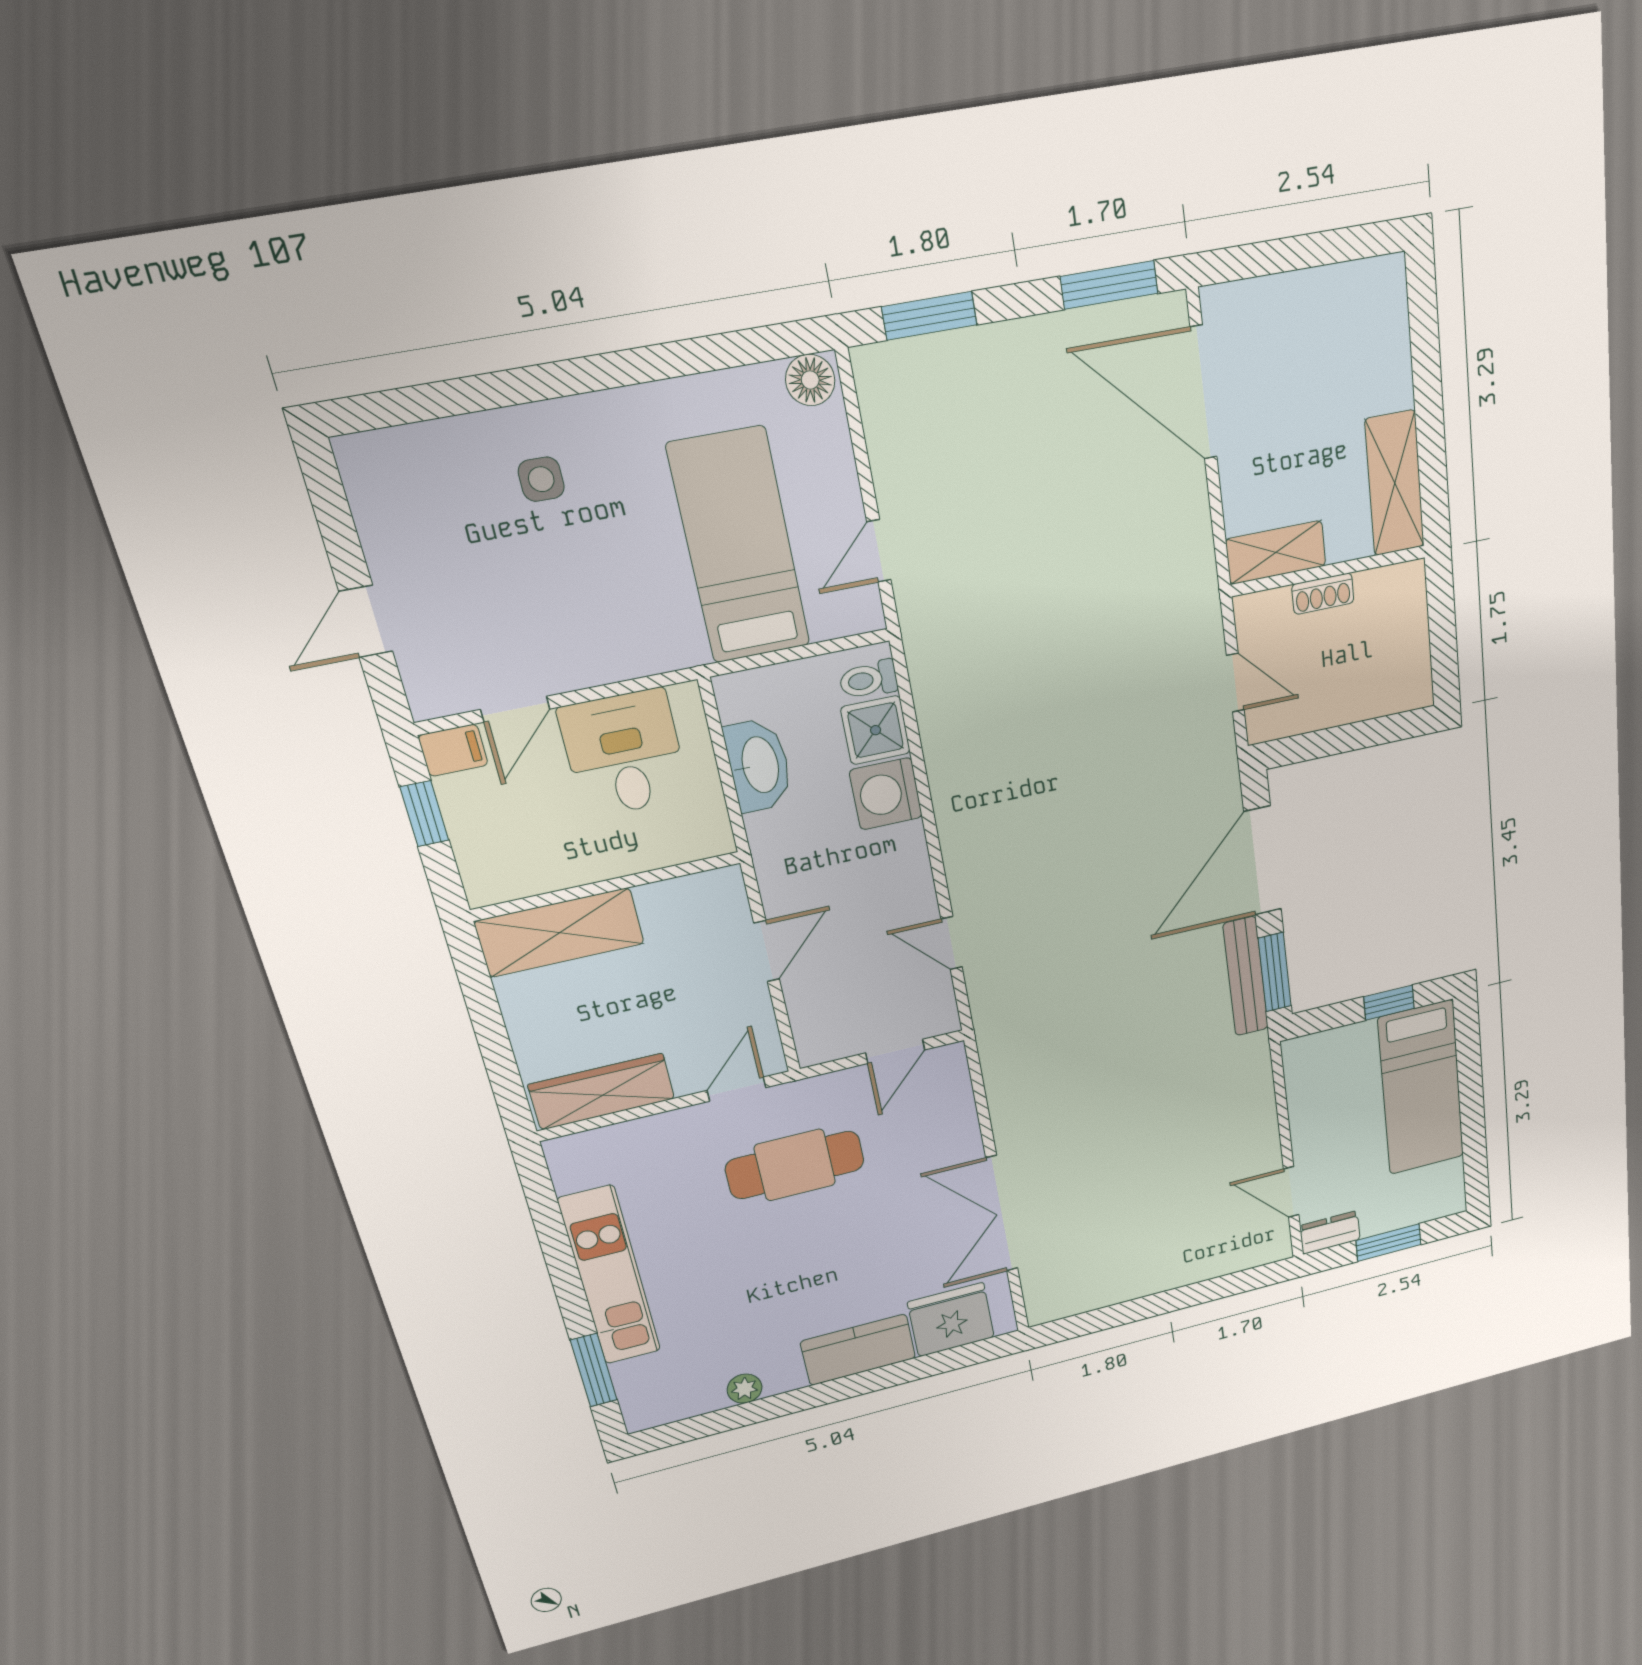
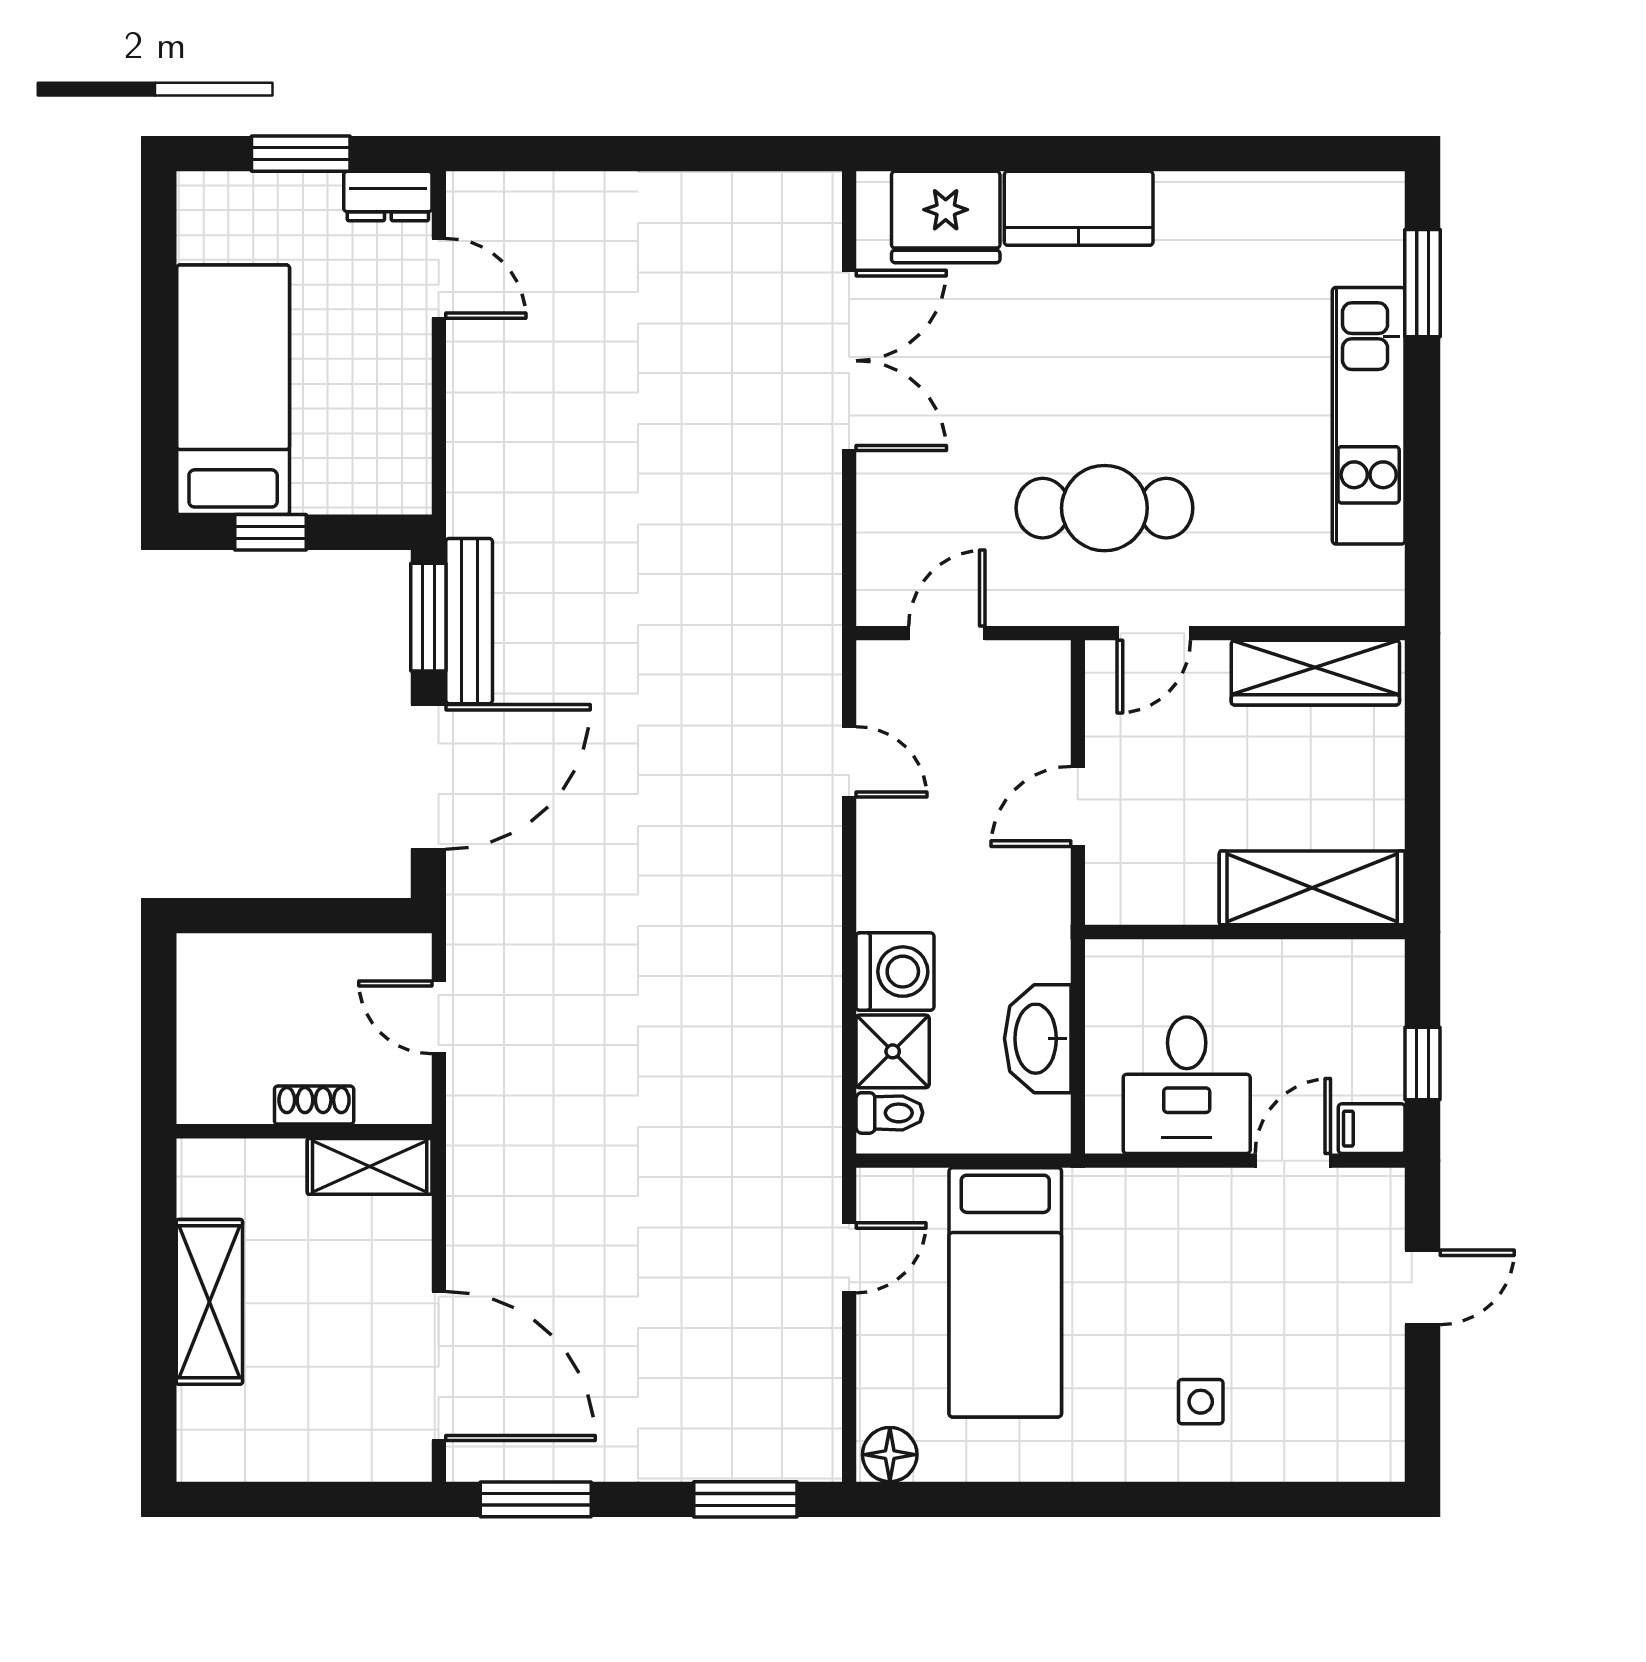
shelving: (1395, 483) -> (209, 1302), moved
plant: (745, 1389) -> (1240, 194), removed

